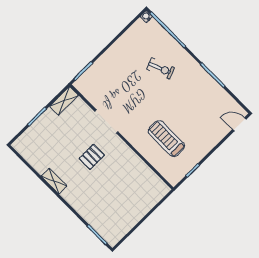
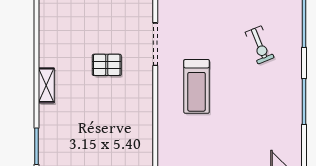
treadmill: (166, 139) -> (197, 86), moved, turned 180
shelving: (54, 181) -> (46, 85), moved

